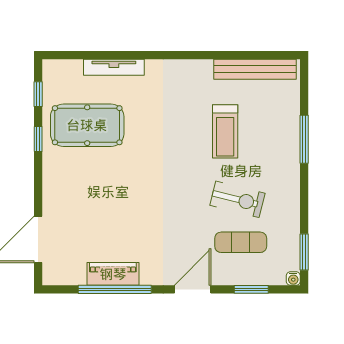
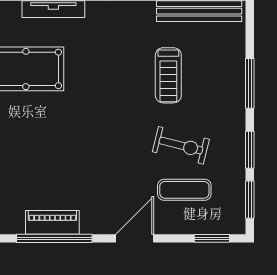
window: (304, 204) -> (250, 150), added
water cooler: (293, 279) -> (239, 227), removed
window: (251, 289) -> (212, 238), moved

